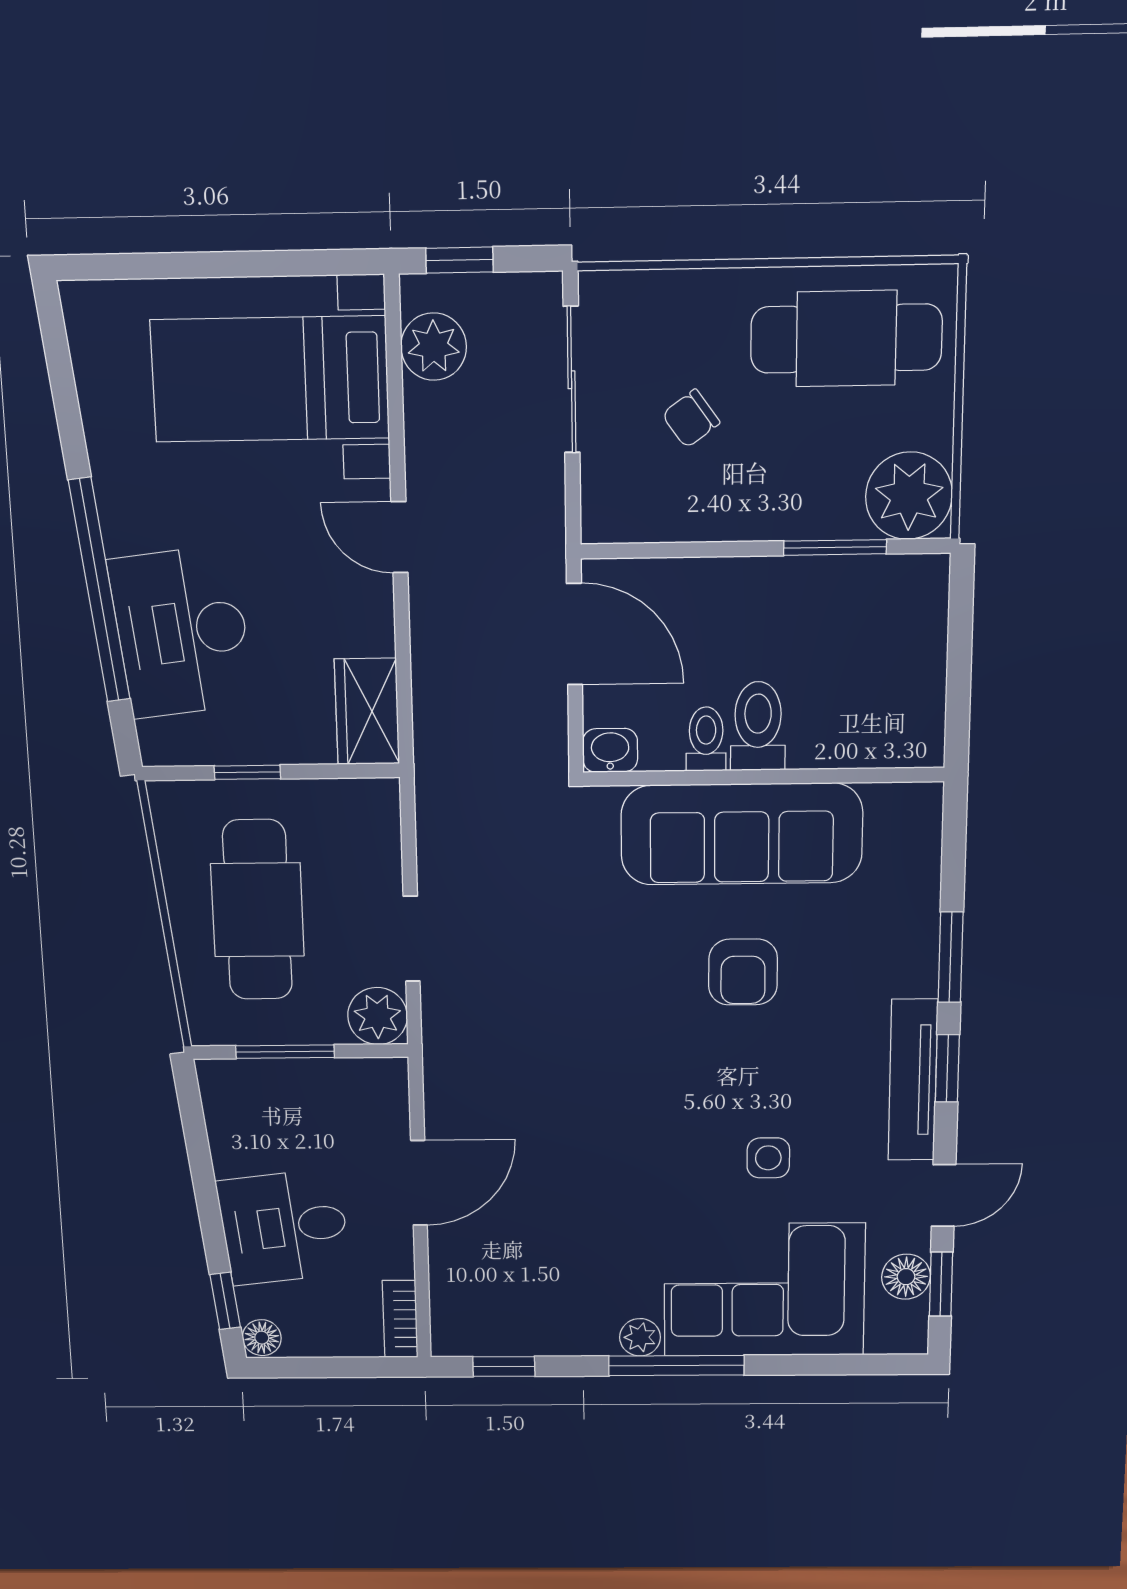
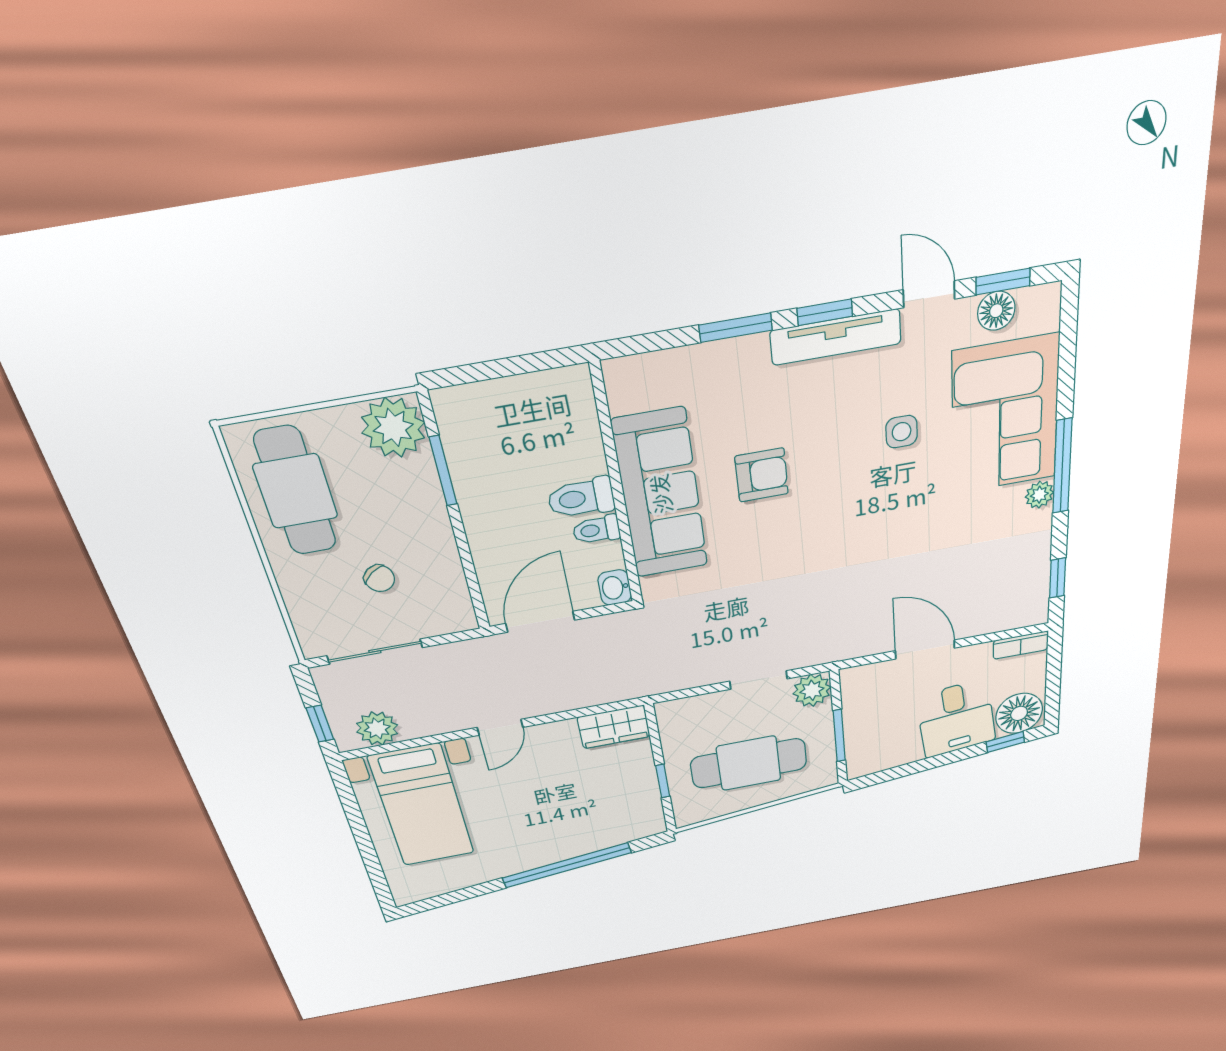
desk: (182, 632) -> (583, 825), removed
floor lamp: (262, 1338) -> (1019, 713), width x1.89, depth x1.89

